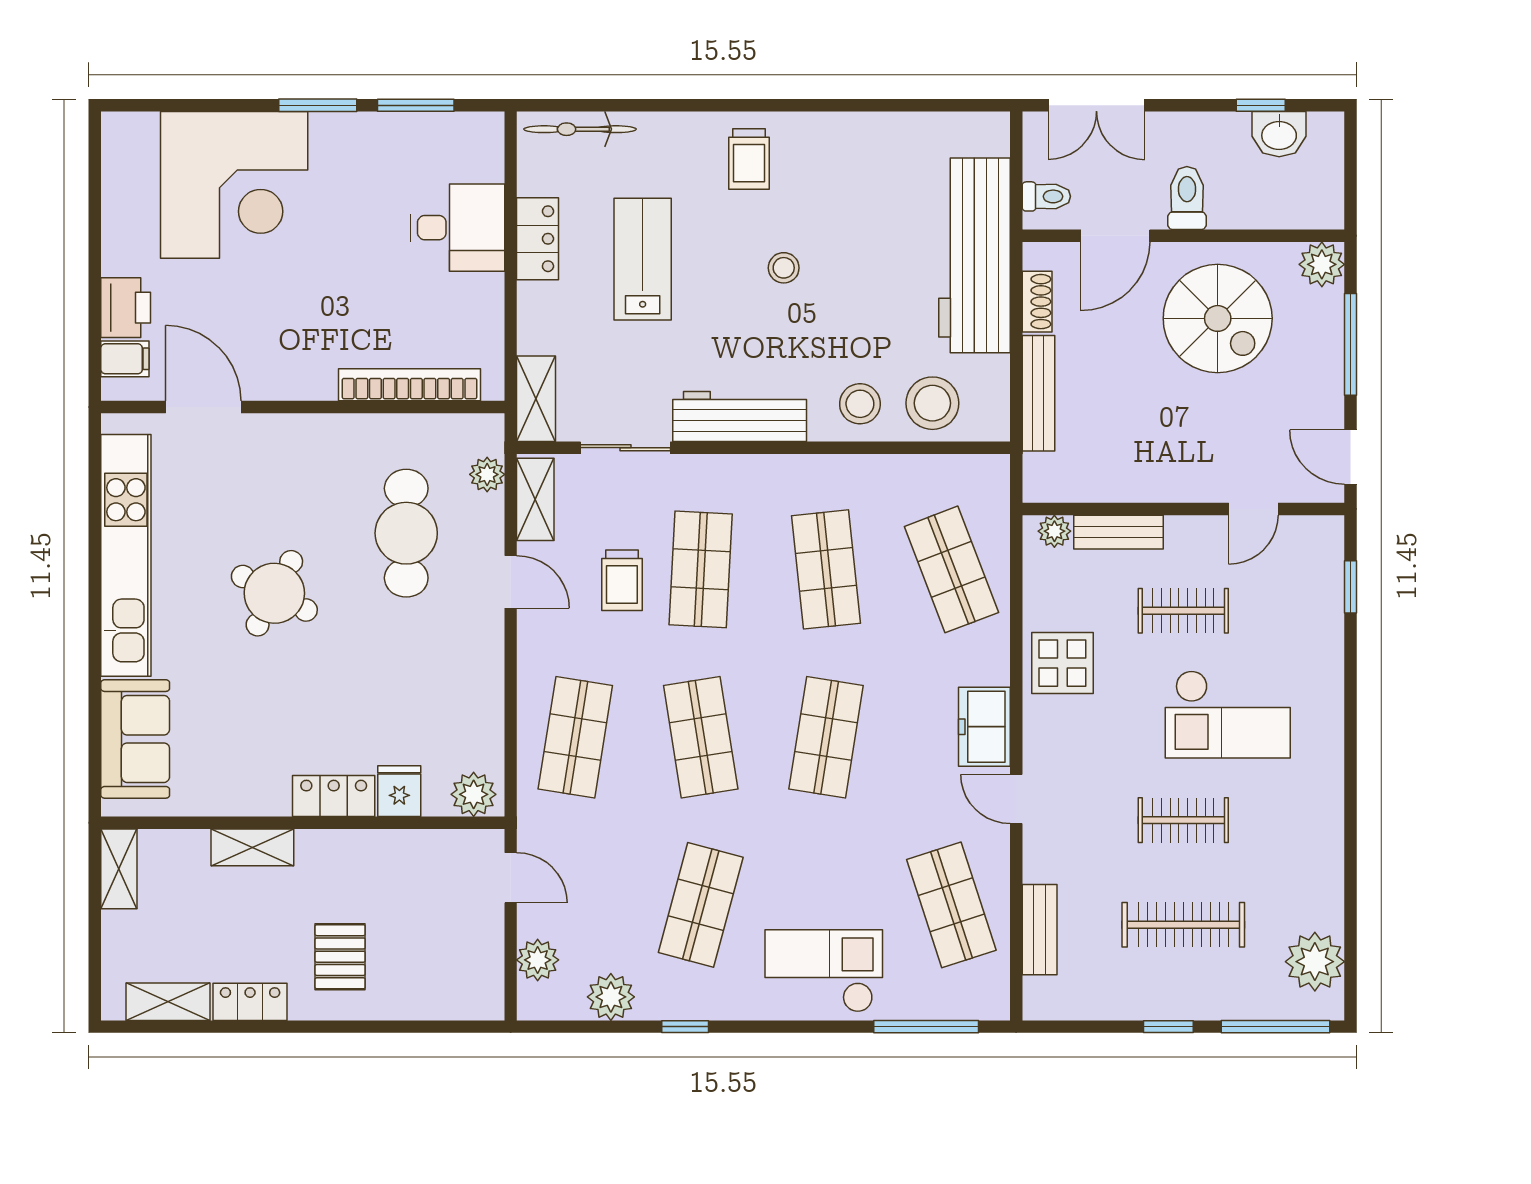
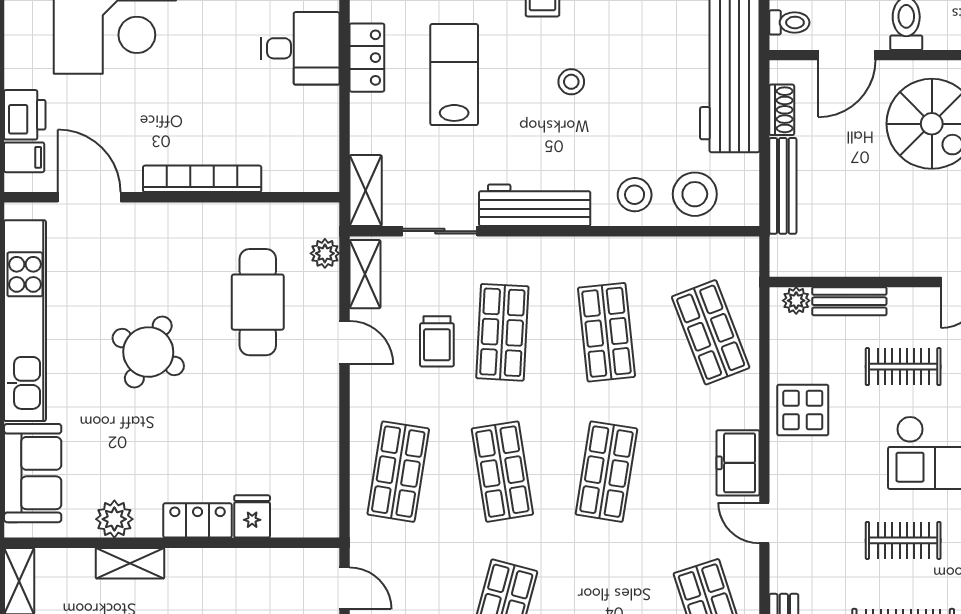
bookcase: (409, 385) -> (202, 179), moved
plant: (474, 794) -> (114, 519), moved

